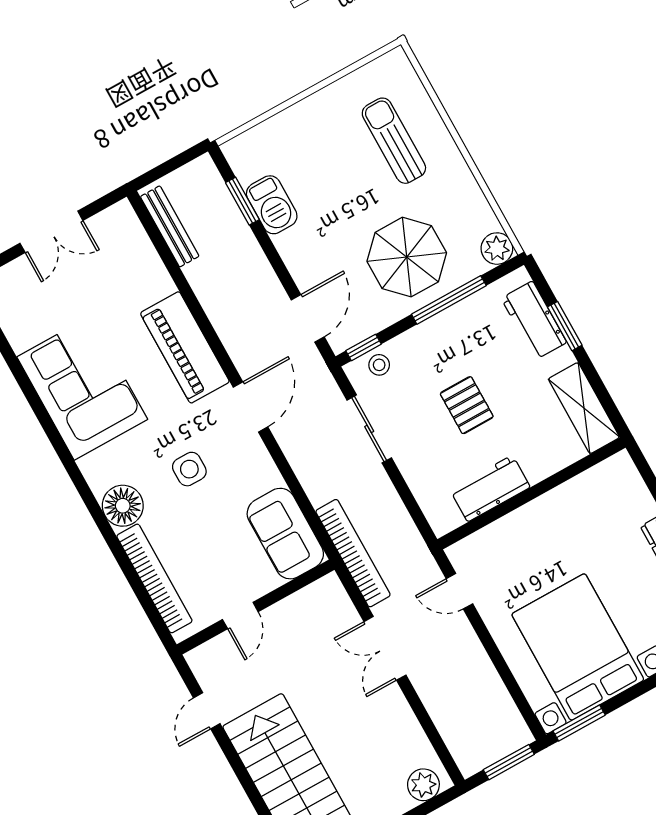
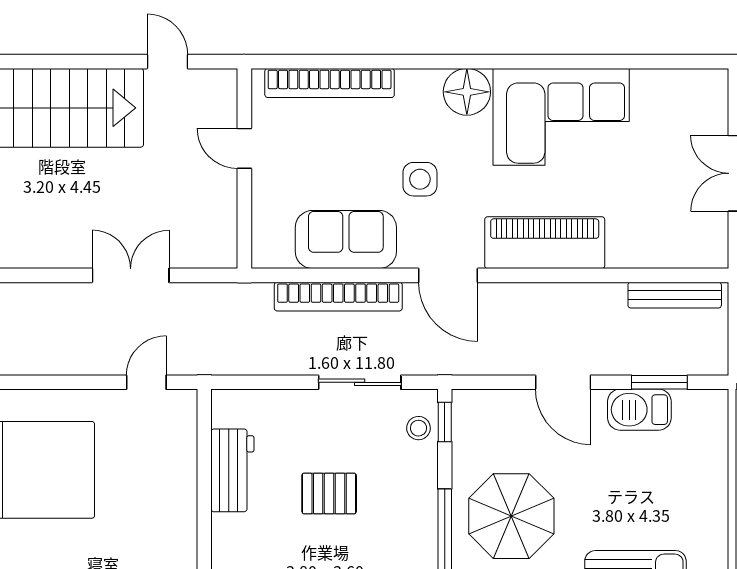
door: (308, 318) -> (563, 382), moved
floor lamp: (123, 506) -> (467, 92), moved
sofa: (285, 534) -> (346, 239), moved
bookcase: (353, 553) -> (338, 297), moved

